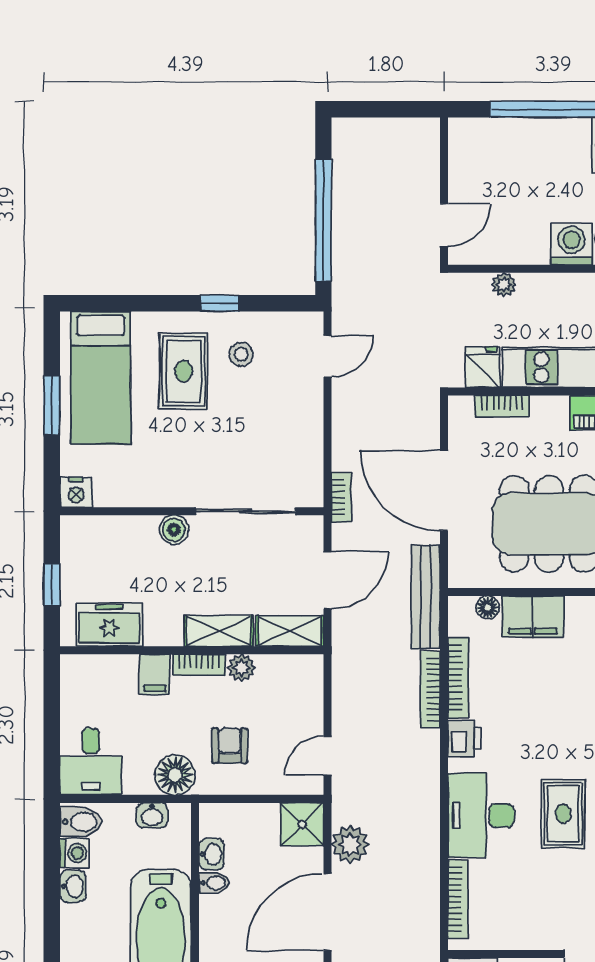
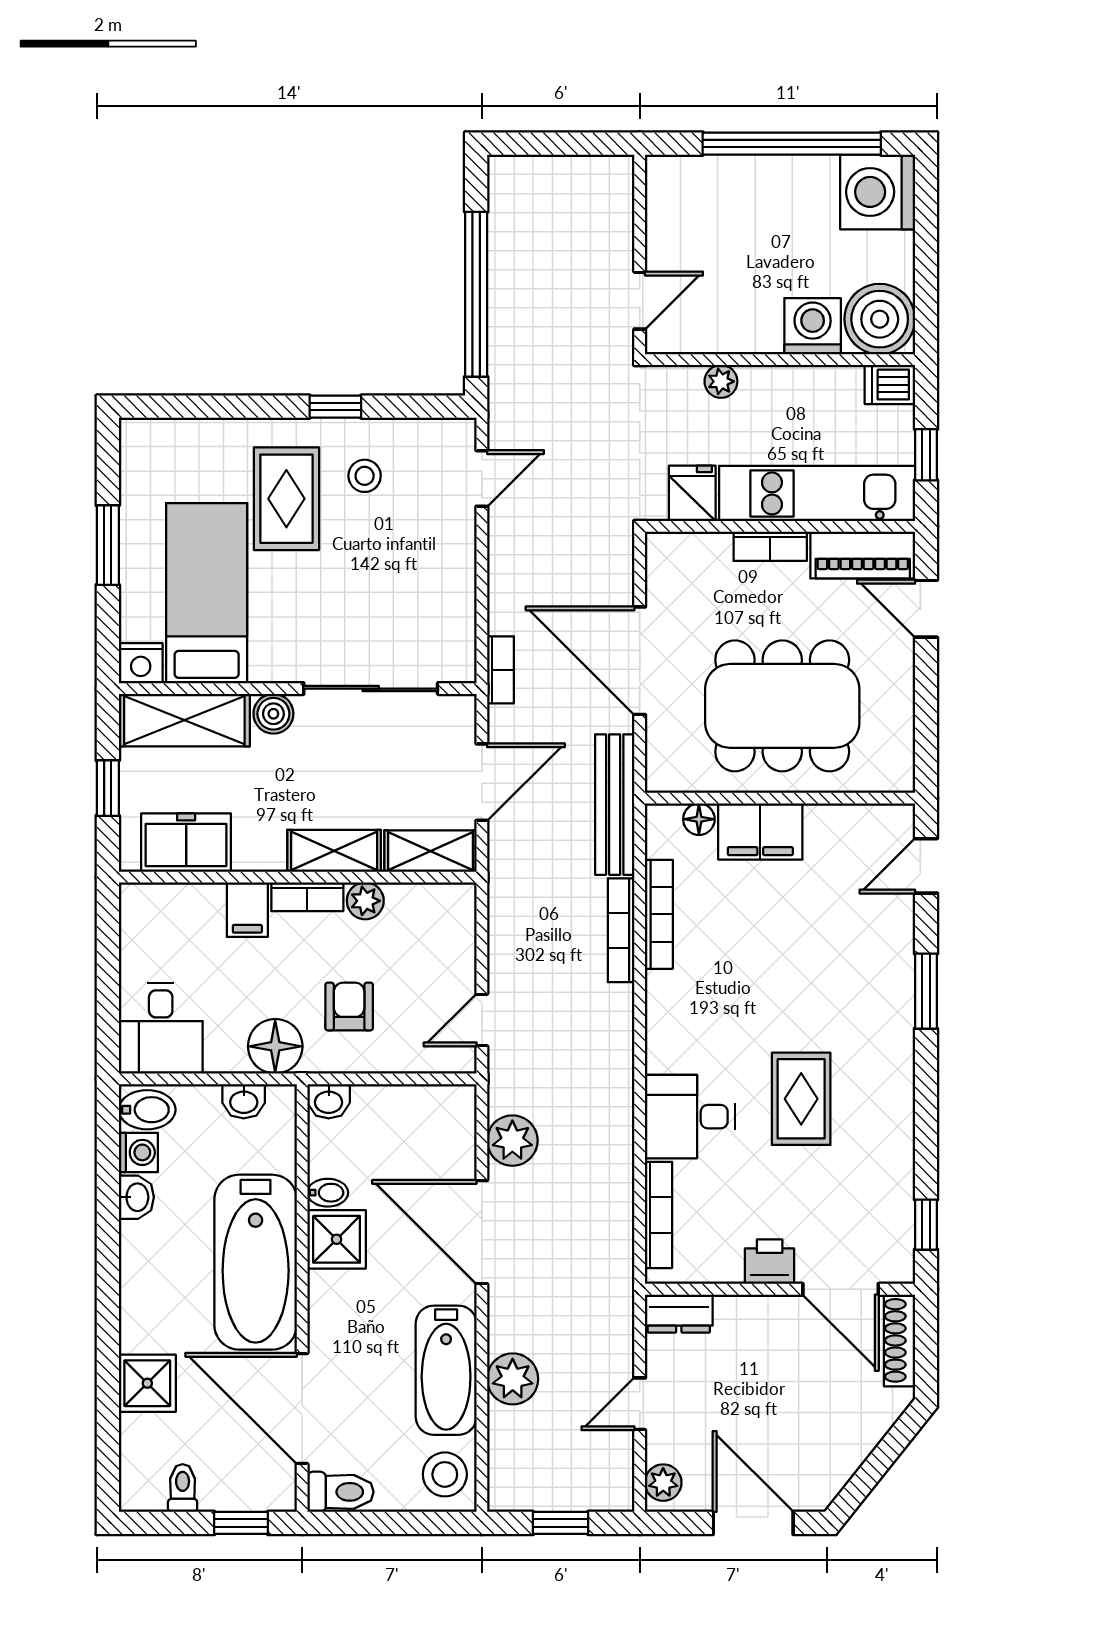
bed: (101, 378) -> (207, 593), moved, turned 180
bookcase: (502, 406) -> (770, 546), moved
shelving: (108, 534) -> (184, 720), added
printer: (464, 738) -> (770, 1262), moved, turned -90
desk: (481, 815) -> (690, 1117), width x0.73
shower: (302, 824) -> (337, 1239), moved
washbasin: (212, 854) -> (329, 1101), moved, turned 90
door: (328, 912) -> (482, 1232), hinge flipped

